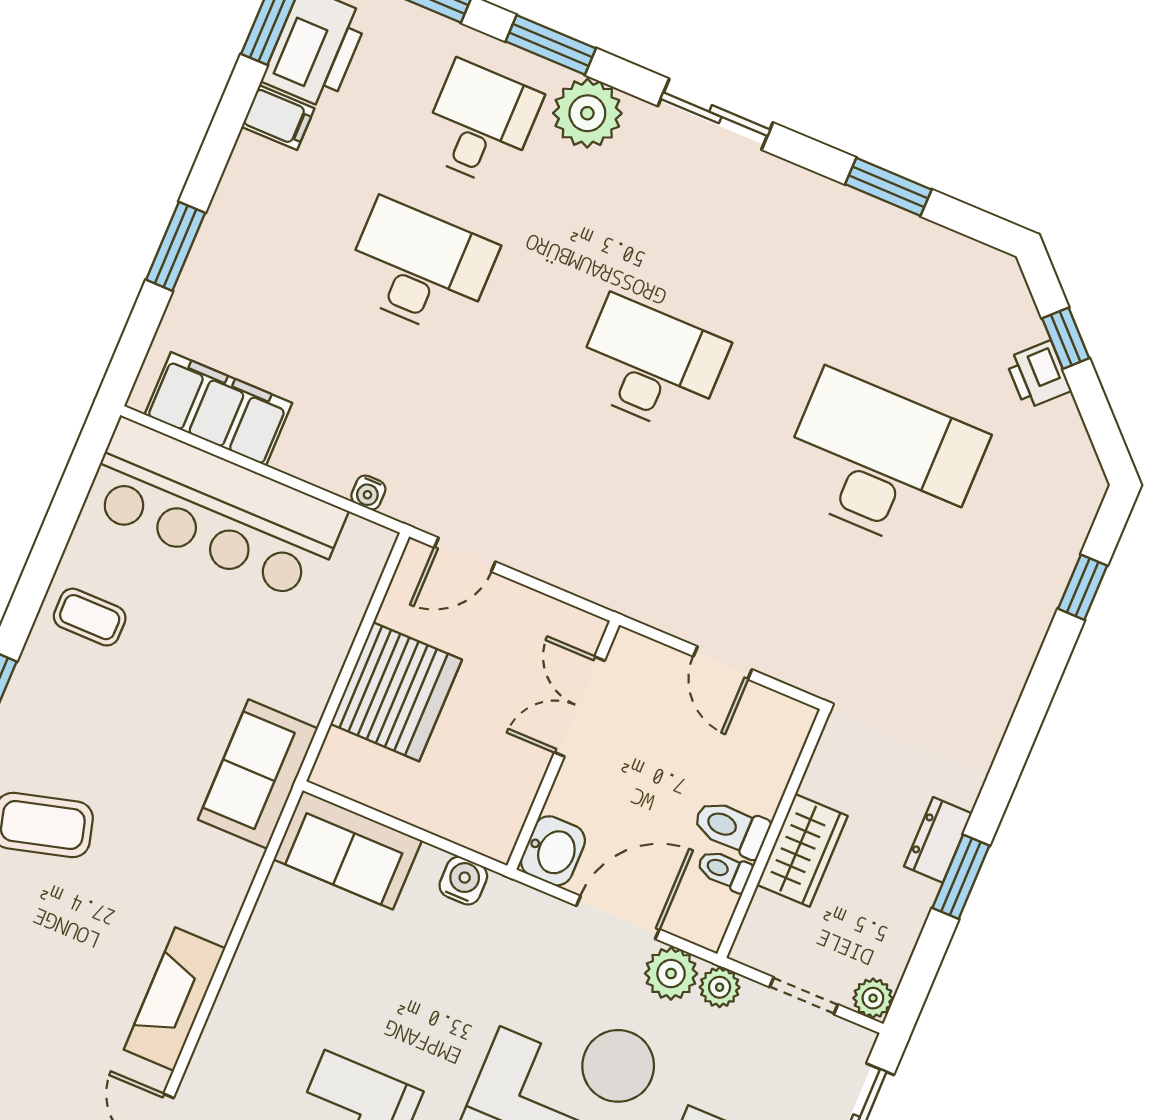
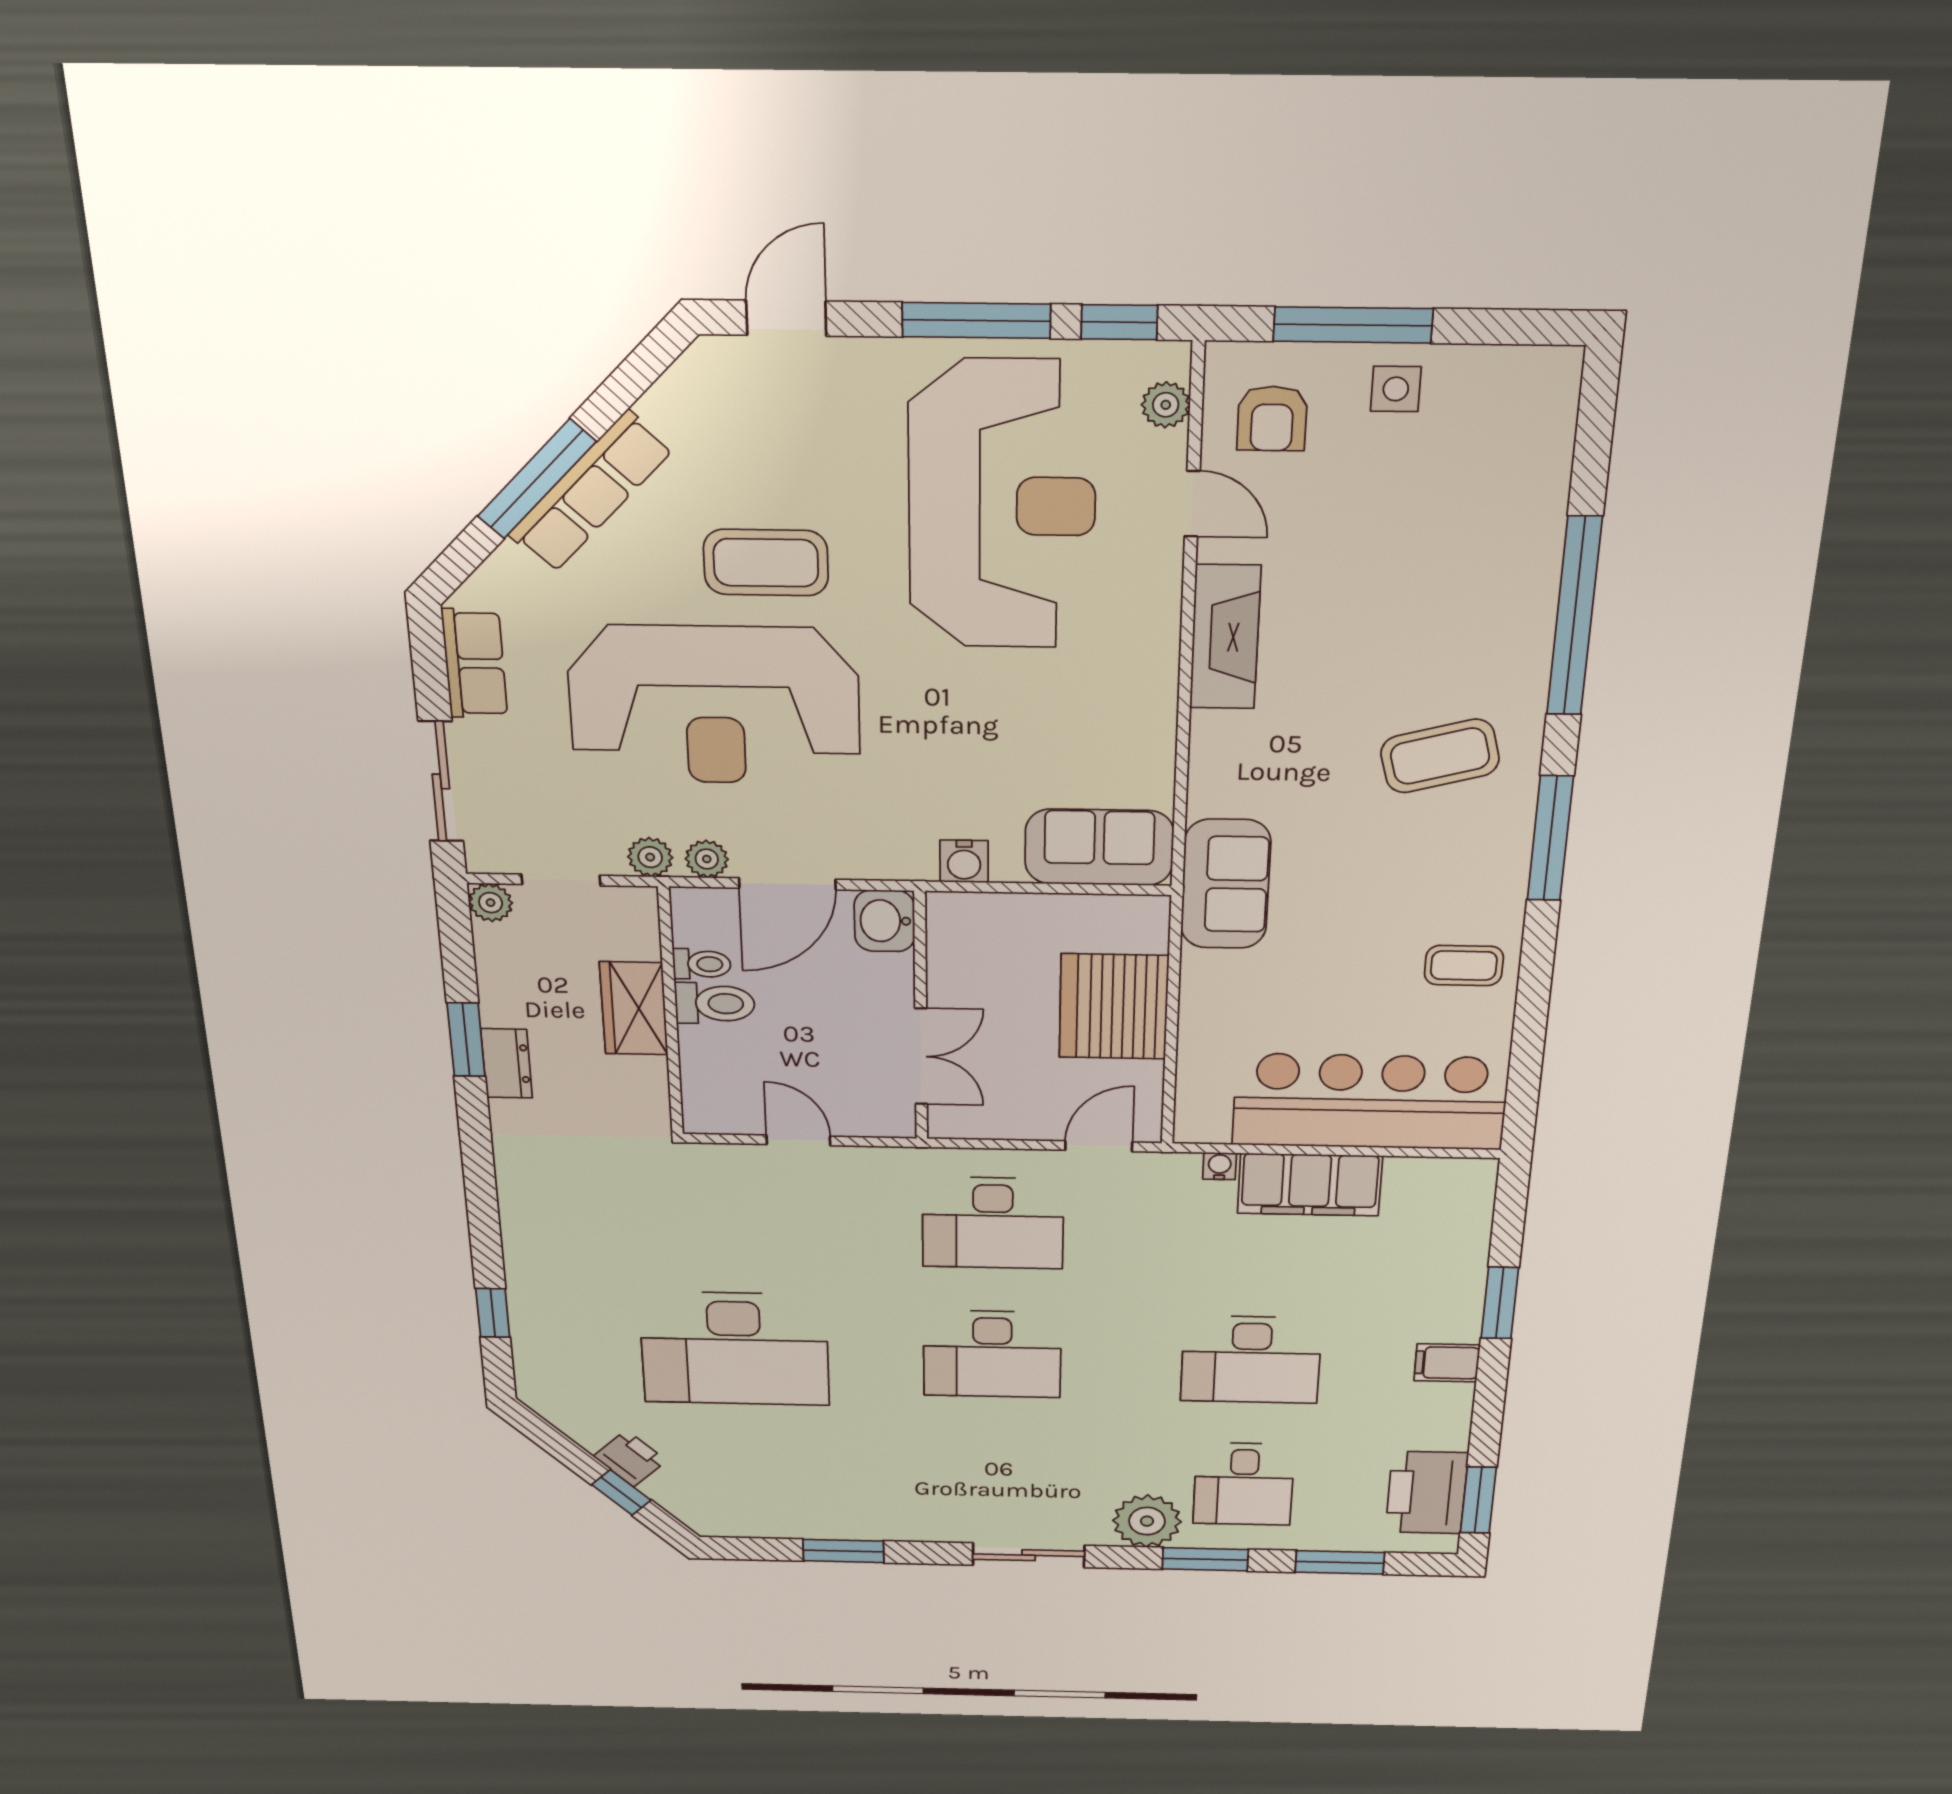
filing cabinet: (278, 118) -> (1447, 1363), moved
filing cabinet: (218, 409) -> (1310, 1185), moved
desk: (590, 509) -> (993, 1223), added
plant: (671, 974) -> (707, 859), width x0.73, depth x0.73

